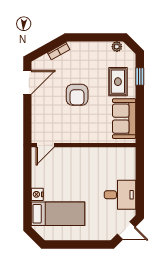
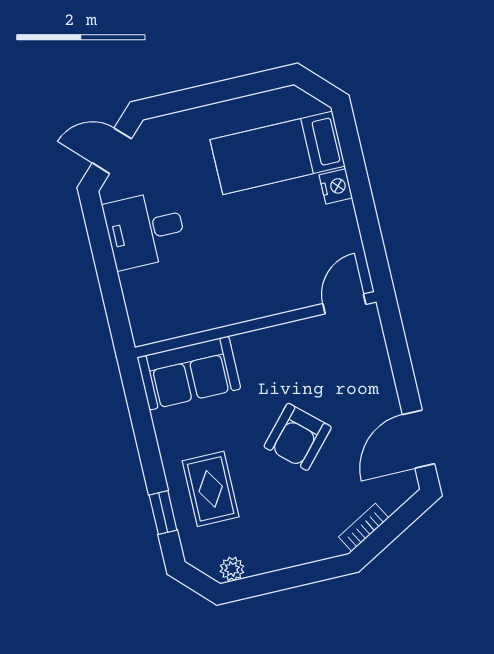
armchair: (77, 95) -> (298, 437), turned -138
sofa: (124, 119) -> (189, 373), moved, turned 90

